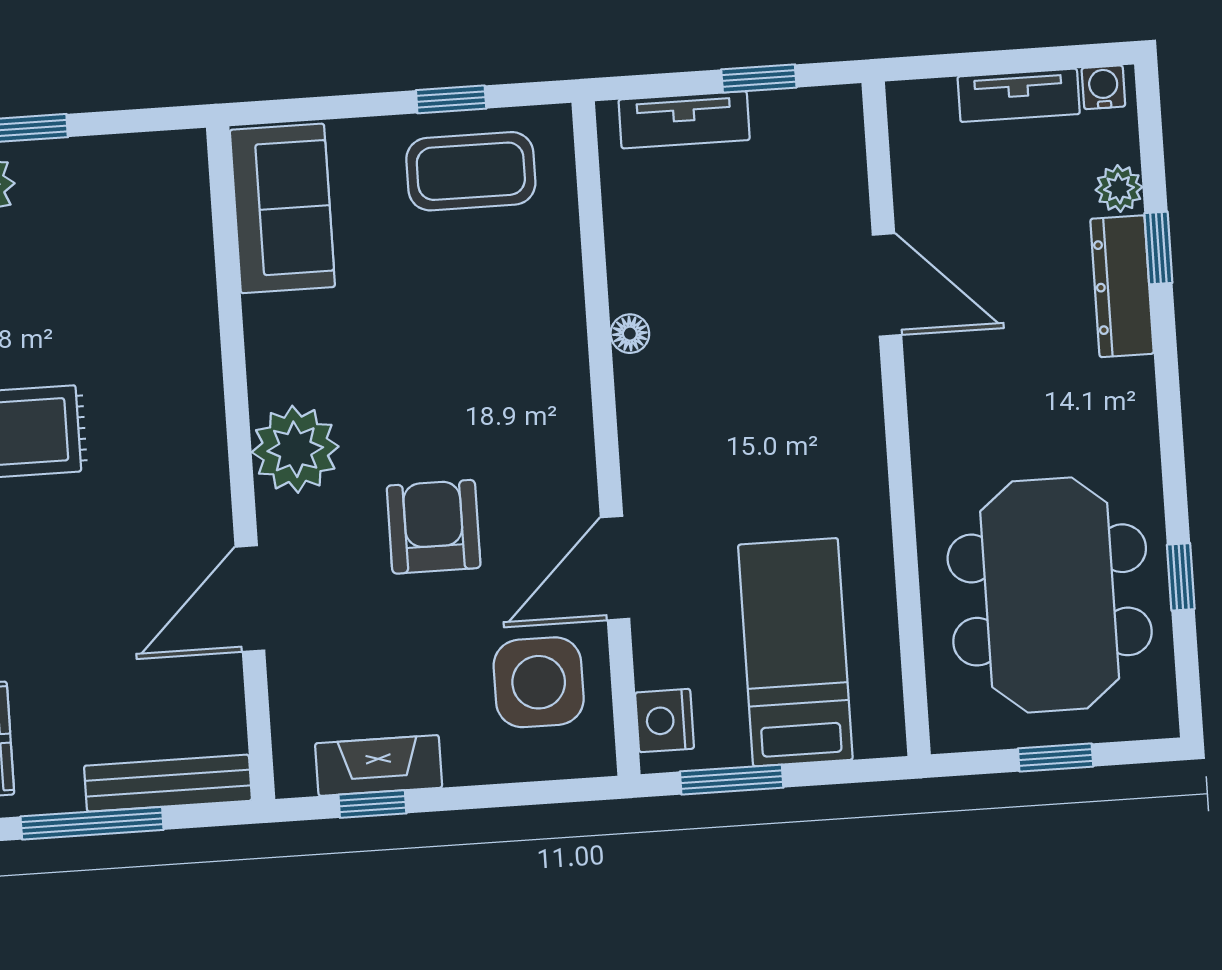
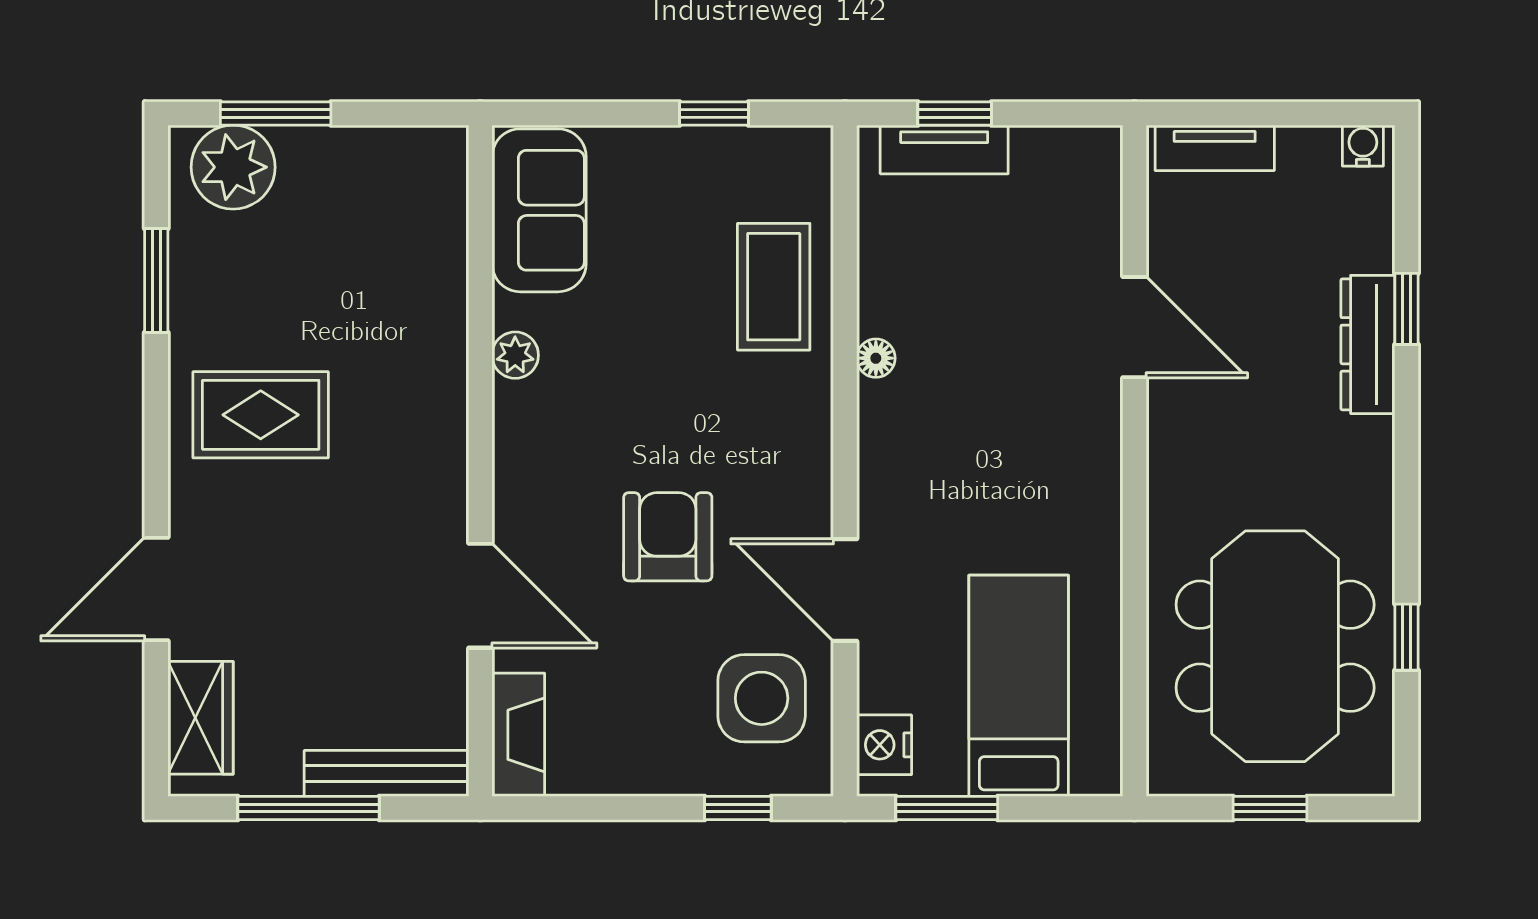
window: (759, 78) -> (955, 113), moved
tv unit: (1019, 95) -> (1215, 148), moved
coffee table: (471, 171) -> (774, 287), moved, turned 90
plant: (1119, 189) -> (1371, 247), removed
plant: (295, 449) -> (515, 355), moved, width x0.53, depth x0.53
door: (615, 568) -> (845, 590), hinge flipped
door: (250, 599) -> (480, 596), swing flipped
fireplace: (379, 765) -> (518, 735), moved, turned 90
window: (372, 804) -> (738, 808), moved

